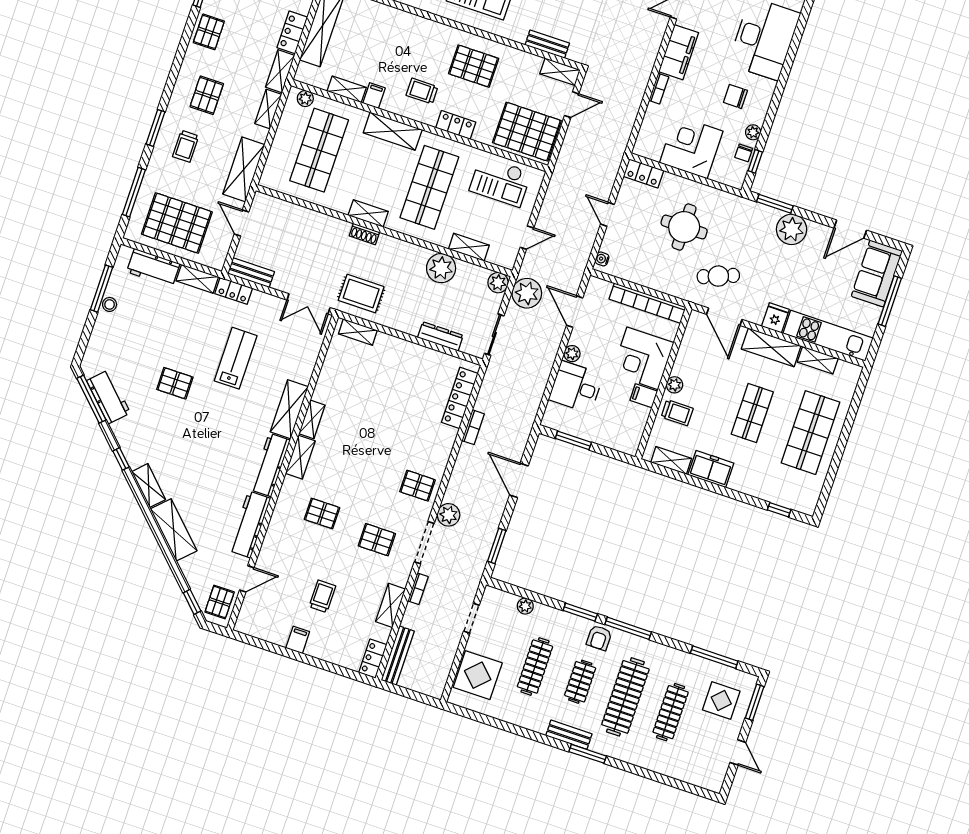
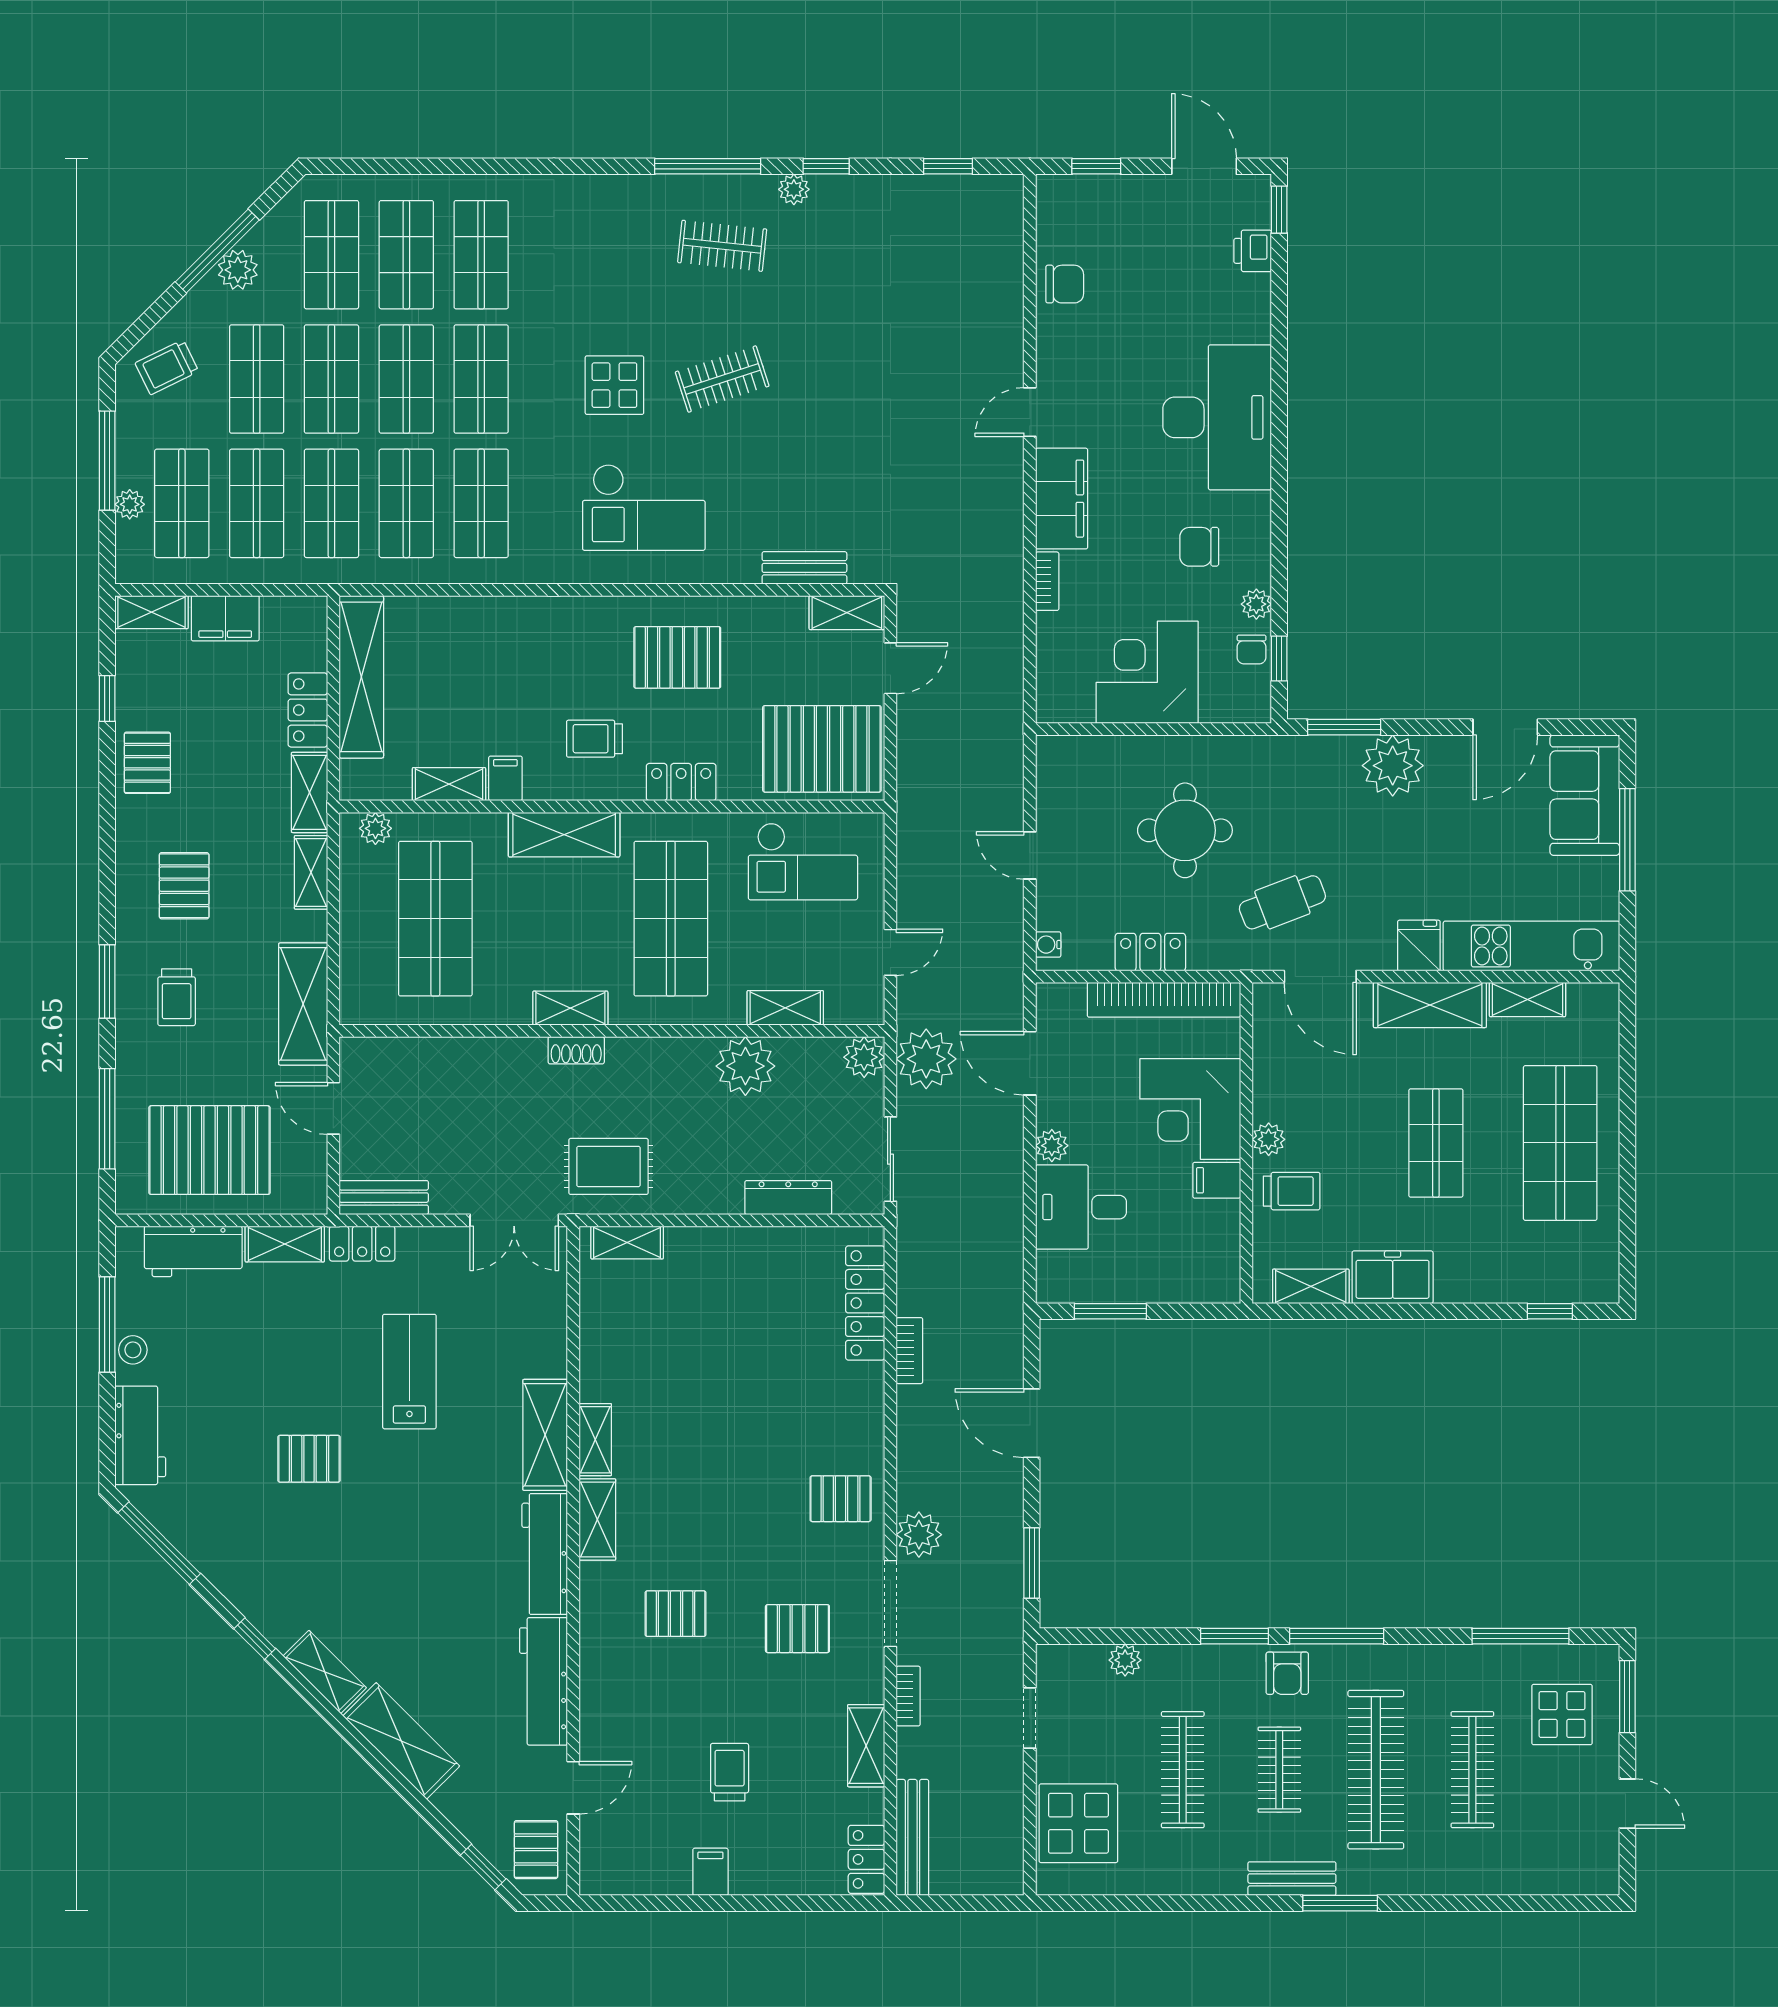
locker: (644, 173) -> (1150, 952), moved, turned 180
workbench: (108, 397) -> (140, 1435), moved, turned 45

